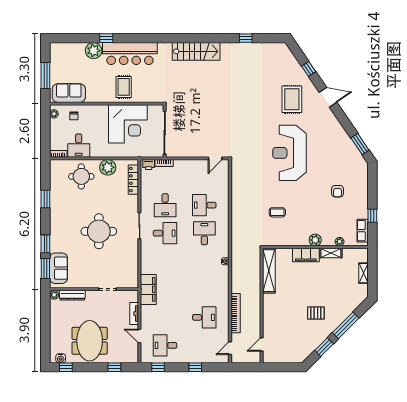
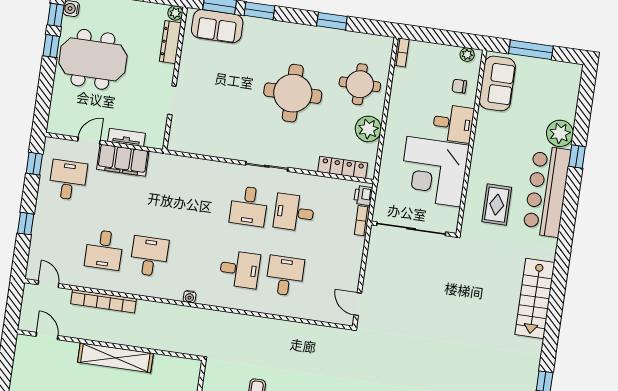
rug: (124, 87) -> (497, 205), moved, turned 90
desk: (79, 146) -> (453, 123), moved, turned 180
round table: (99, 231) -> (293, 93), moved
shelving: (269, 271) -> (115, 358), moved
filing cabinet: (148, 289) -> (123, 160), moved
desk: (204, 289) -> (149, 256), added
window: (114, 367) -> (51, 46), moved

